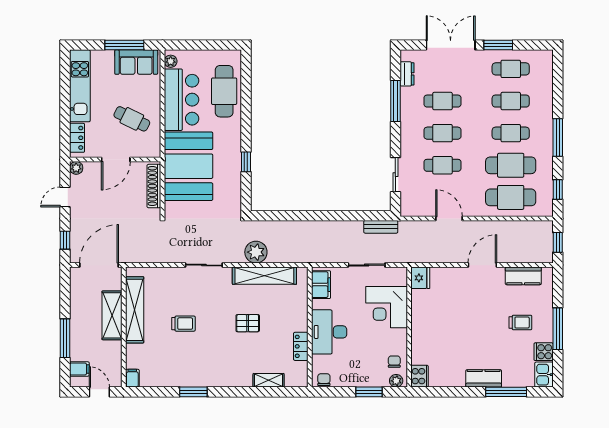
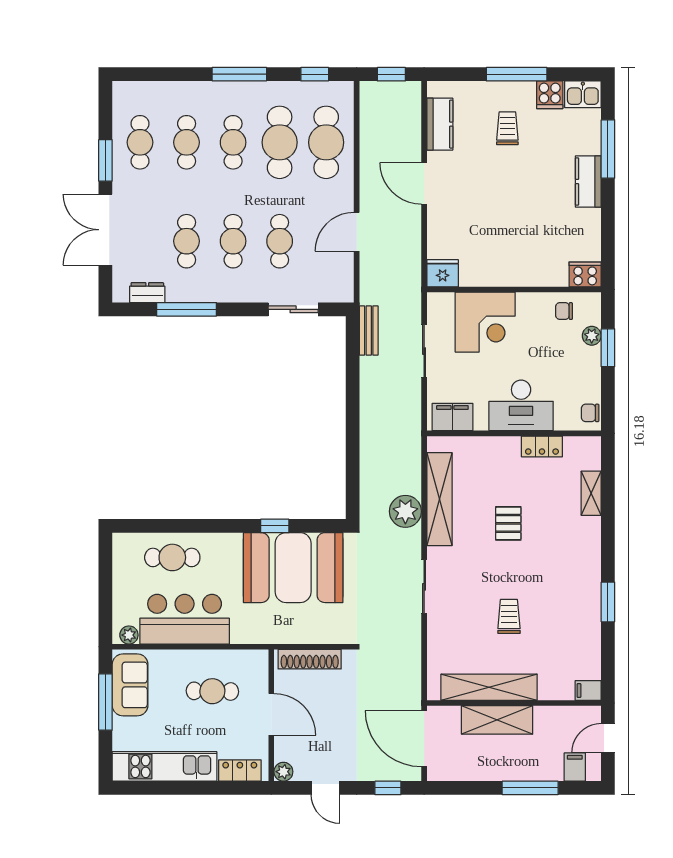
cafe table: (224, 91) -> (172, 557), width x0.73, depth x0.74
cafe table: (132, 119) -> (212, 691), turned 65
booth: (188, 166) -> (293, 568), moved
plant: (396, 381) -> (592, 336), moved

